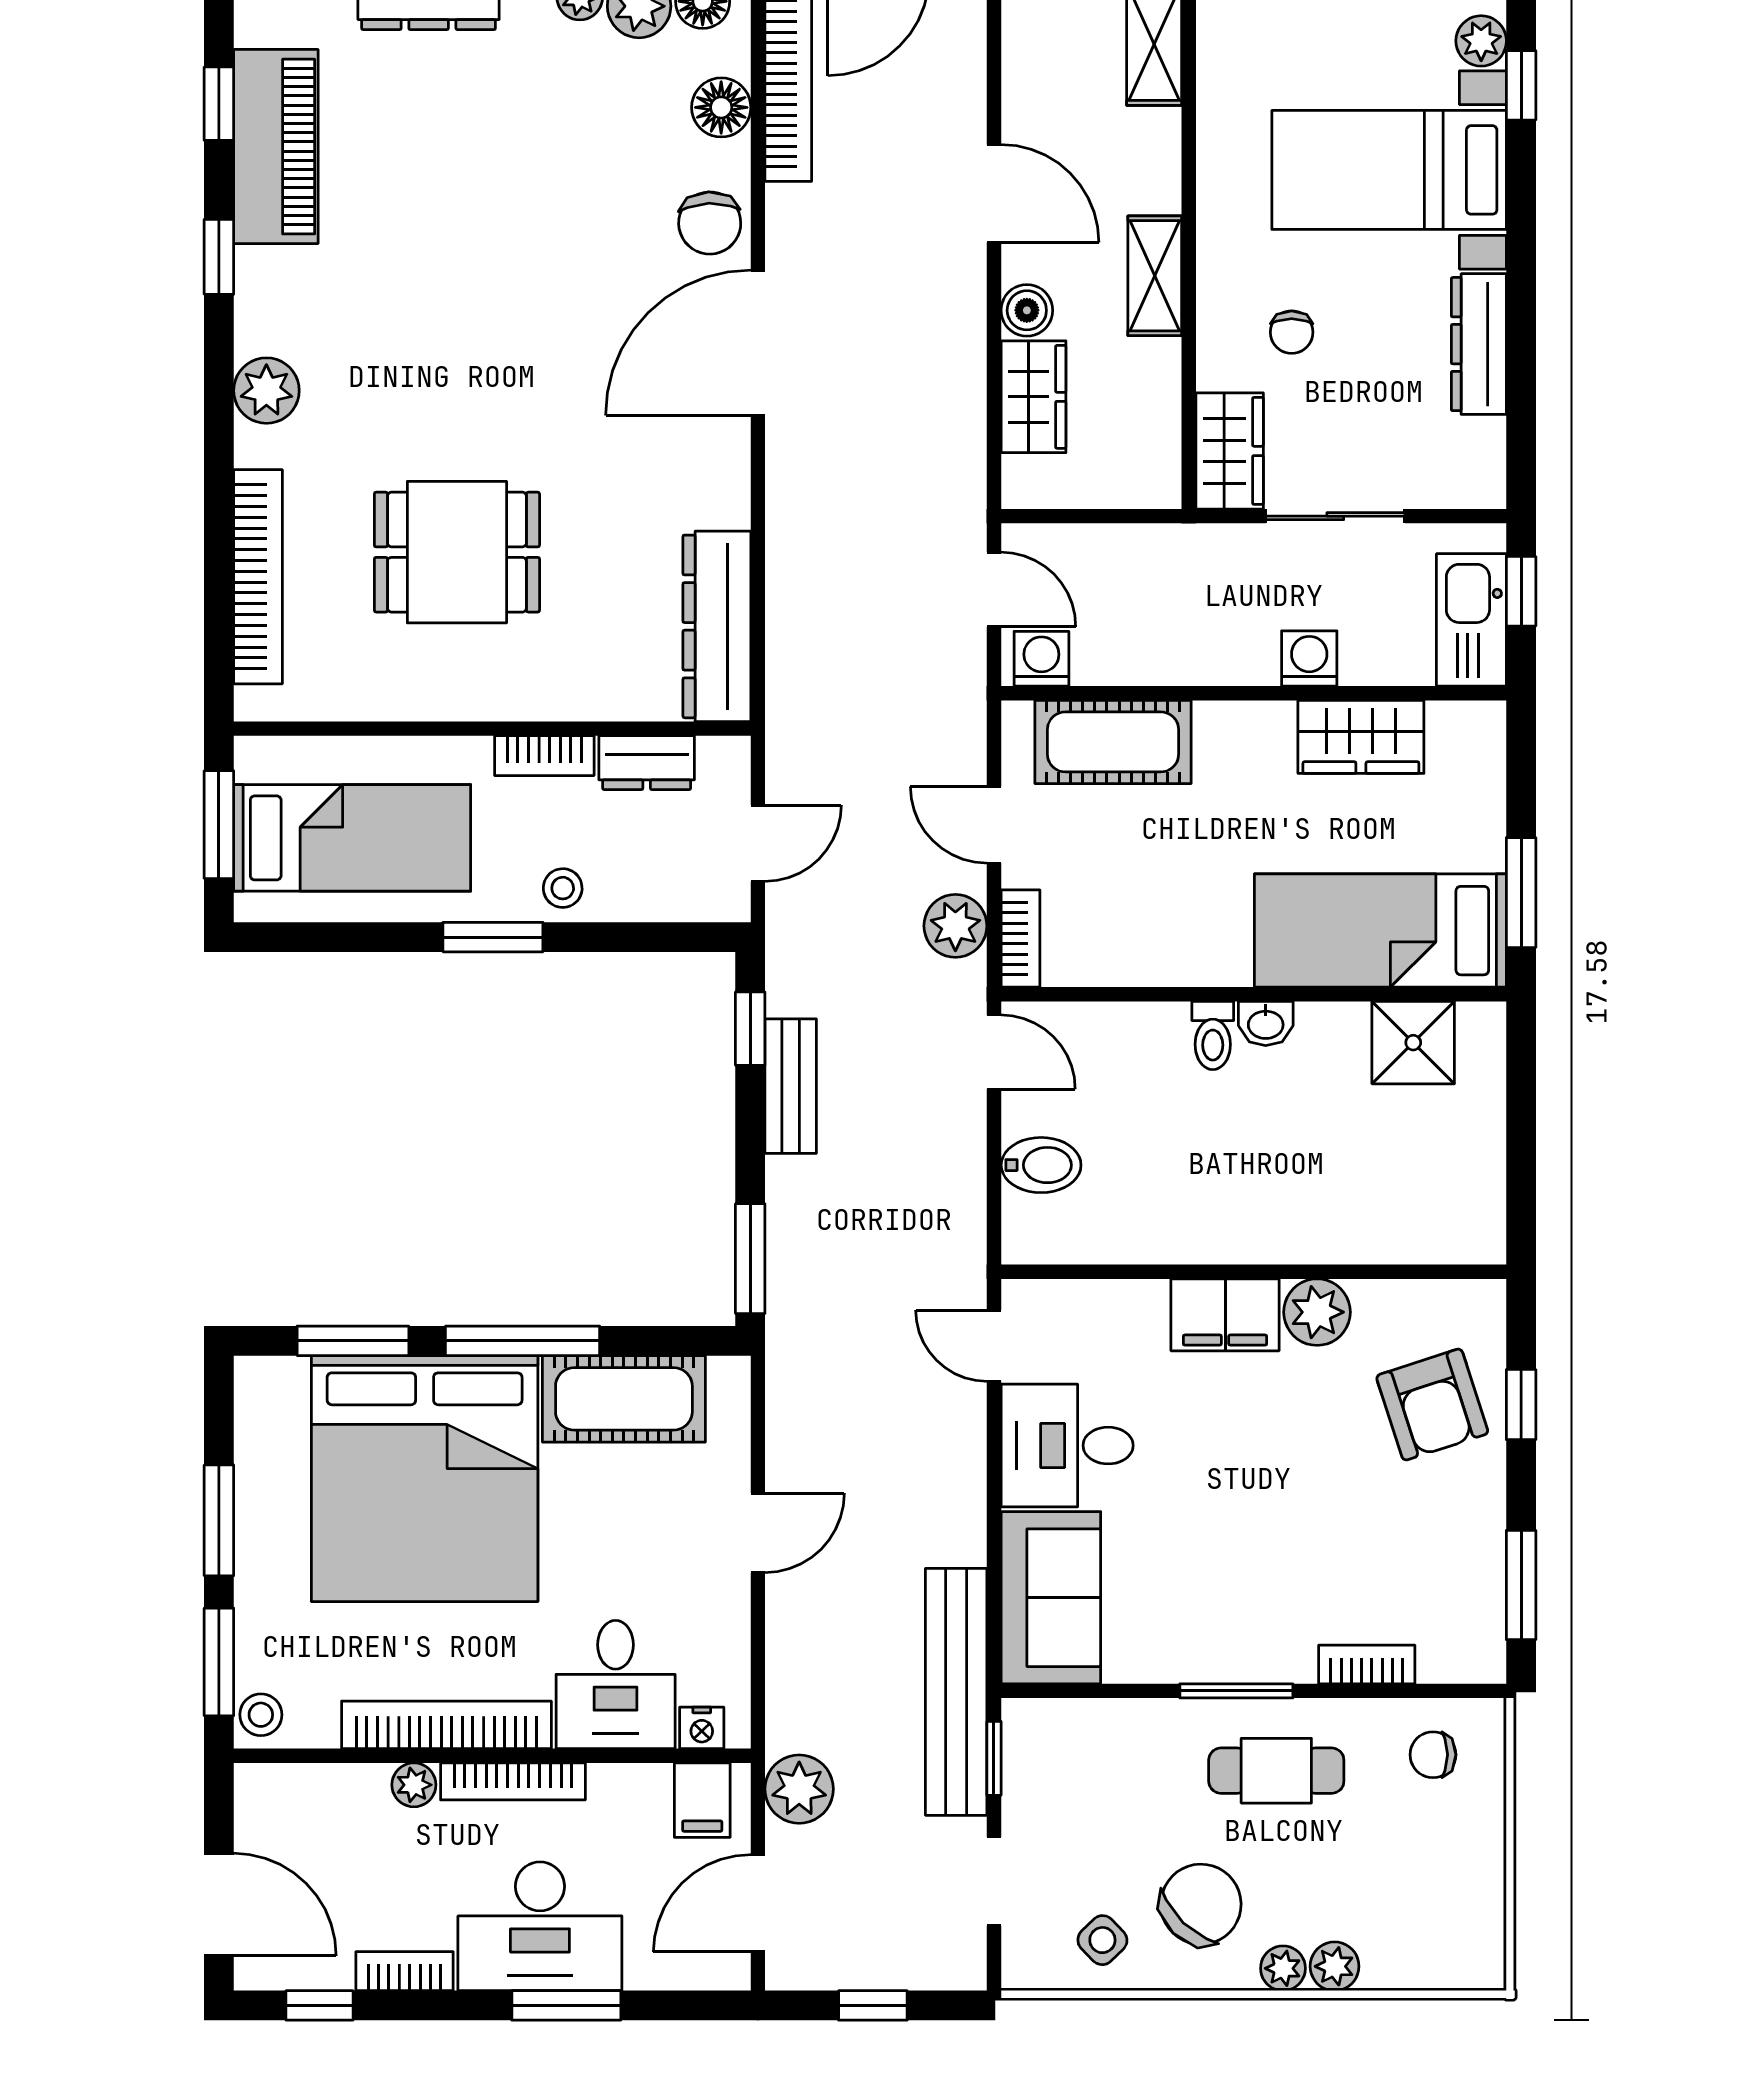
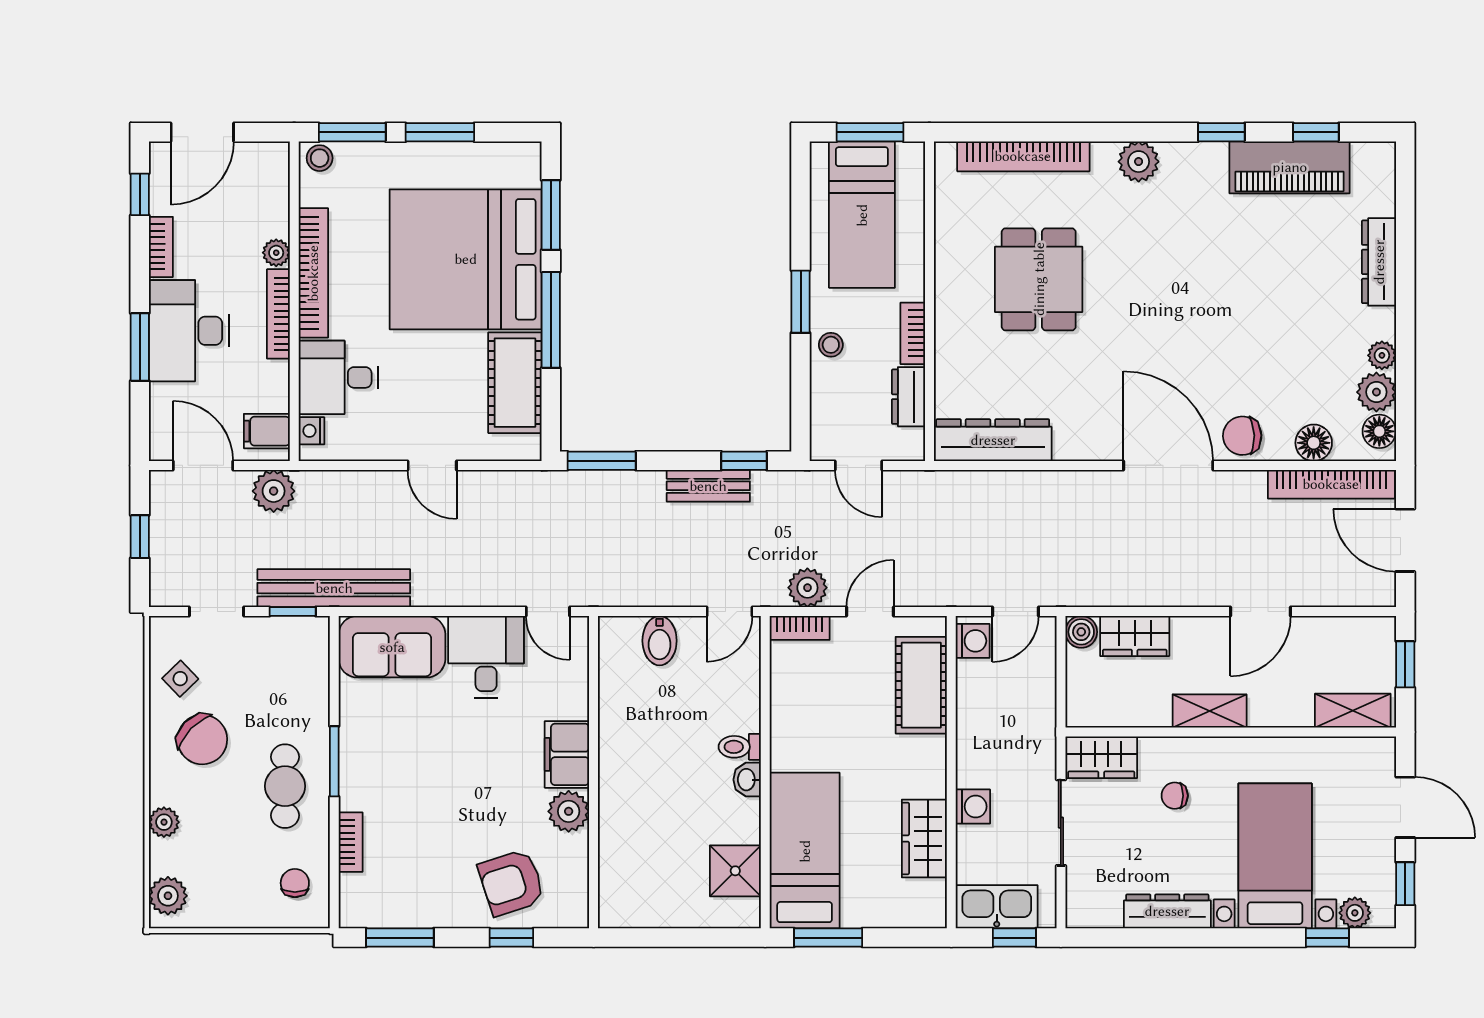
boiler: (1027, 310) -> (1081, 632), moved
door: (994, 1346) -> (548, 612), swing flipped
plant: (1283, 1968) -> (168, 896), moved, width x1.38, depth x1.38

